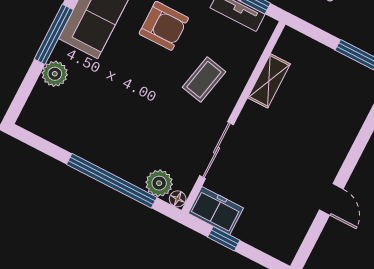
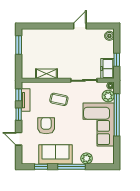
corner sofa: (111, 134) -> (99, 124), added
boiler: (280, 249) -> (109, 36), added

